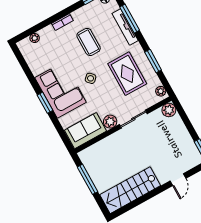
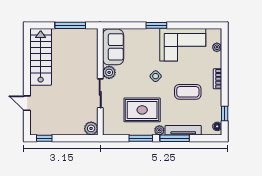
window: (130, 19) -> (175, 138), moved
corner sofa: (61, 90) -> (183, 45), moved
plant: (161, 91) -> (159, 130), moved

